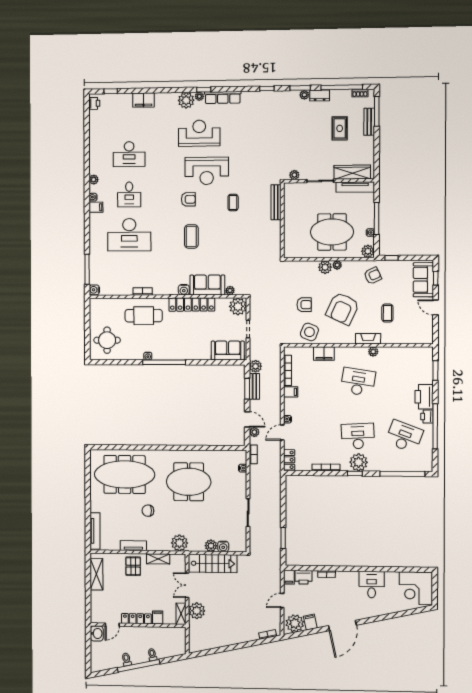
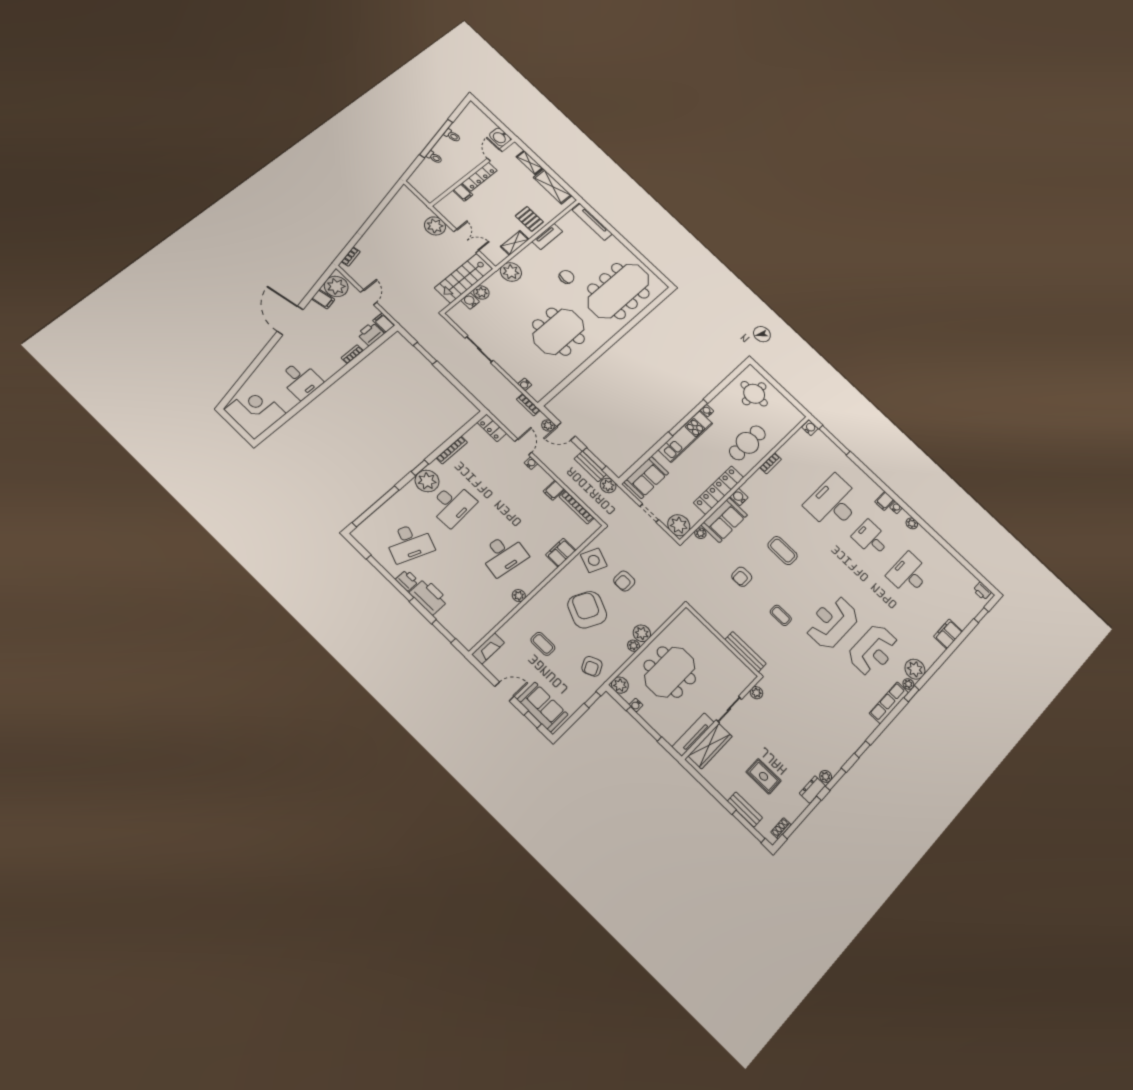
armchair: (188, 199) -> (742, 577), moved
fireplace: (368, 339) -> (488, 649), moved
kitchen unit: (178, 353) -> (685, 437), added
shelving: (181, 614) -> (530, 162), moved

